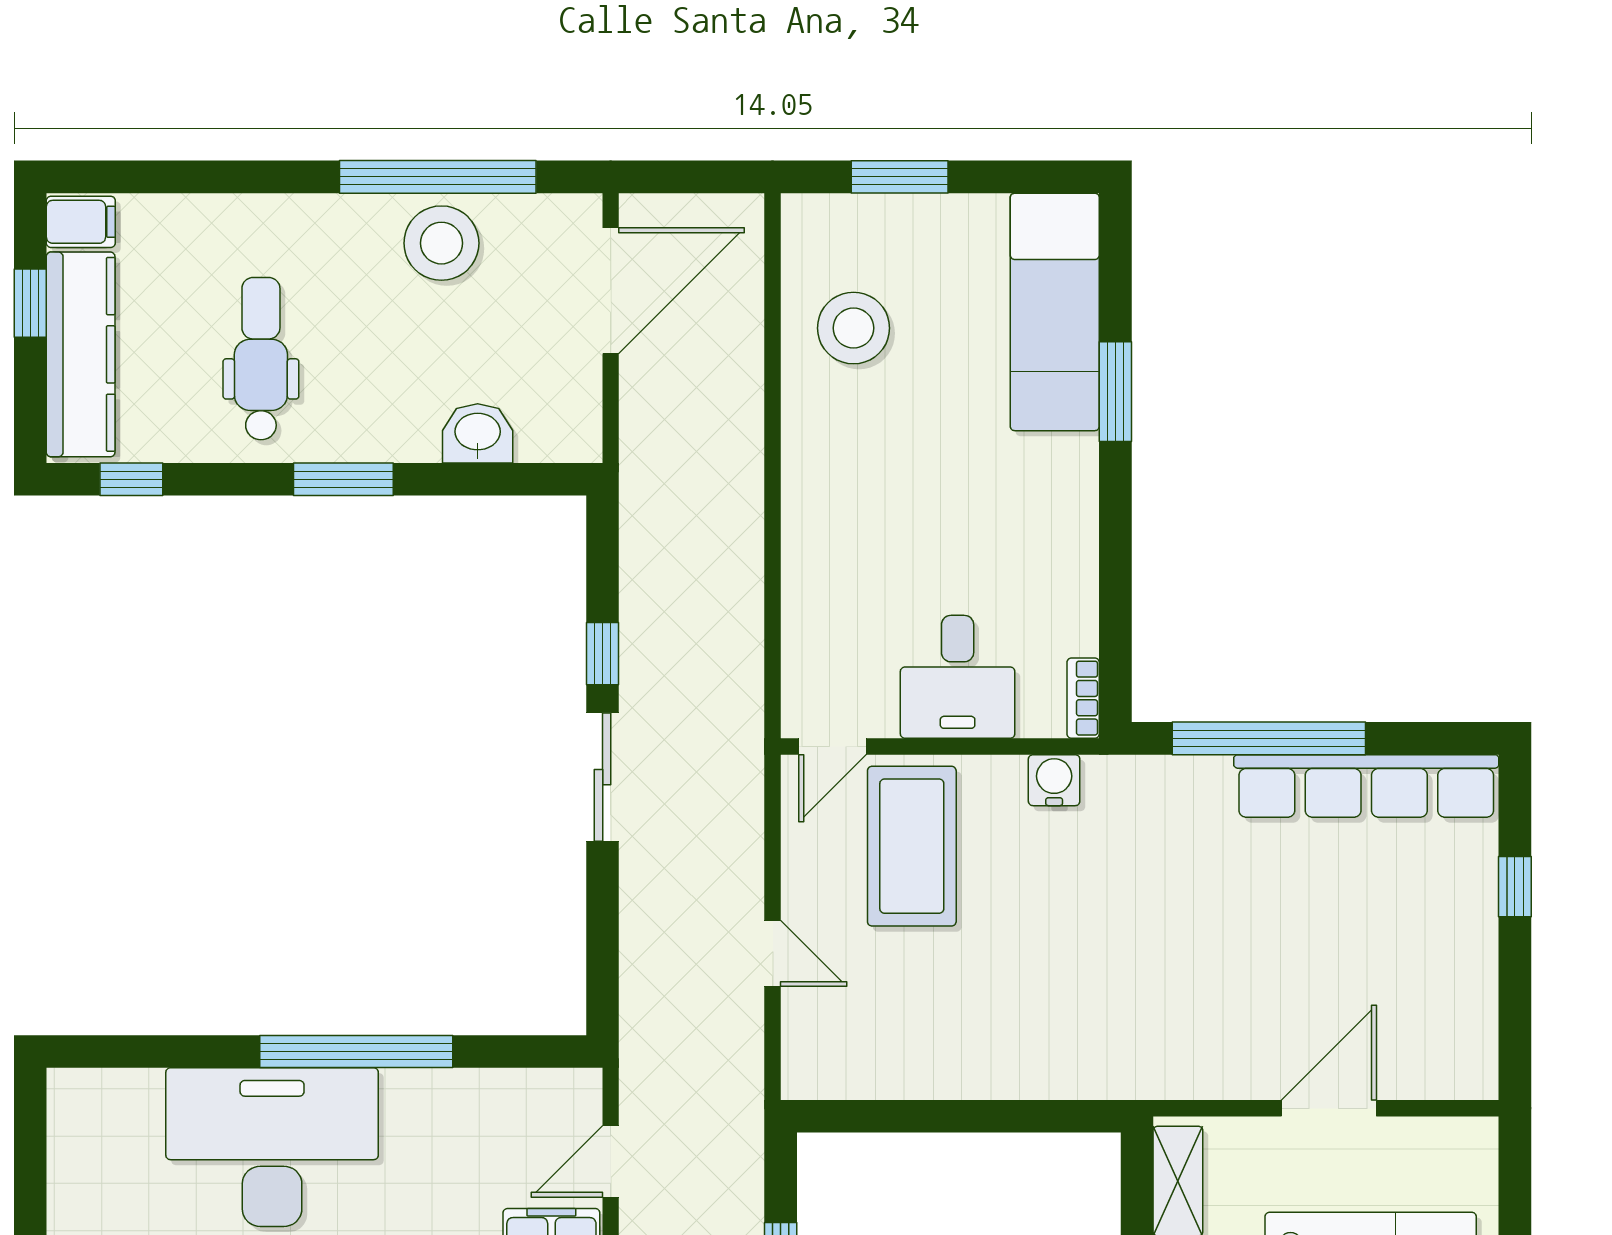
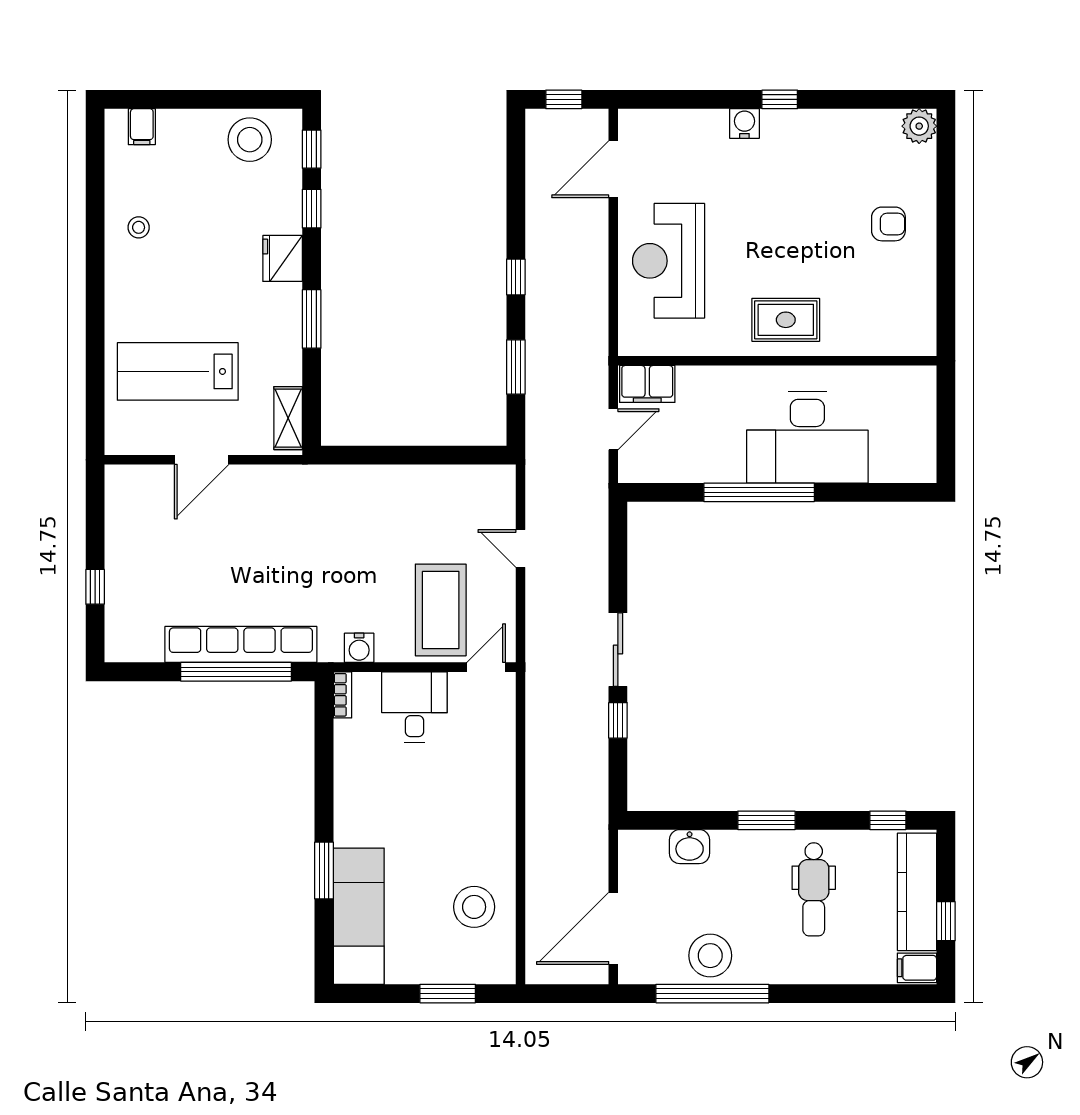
row of seats: (1366, 786) -> (241, 644), moved

